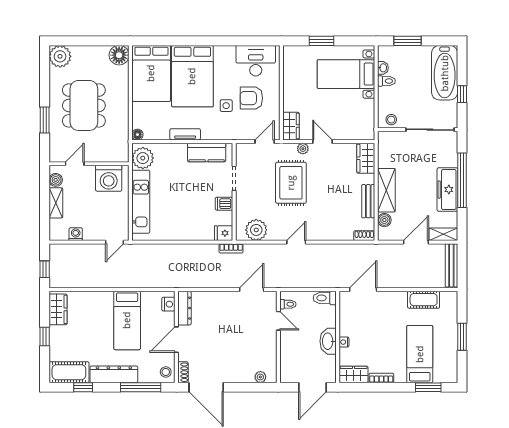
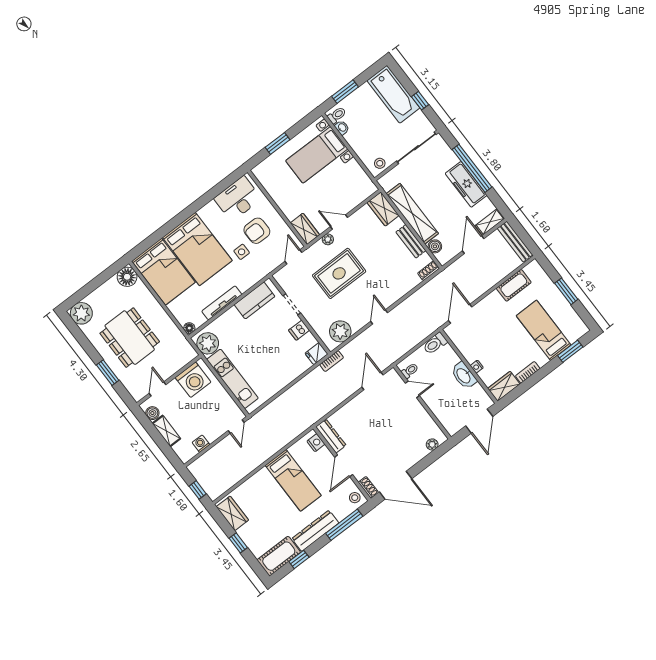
toilet: (386, 81) -> (337, 115), moved
tv unit: (185, 134) -> (222, 303), width x1.41
rug: (291, 183) -> (339, 273), turned 90
shelving: (386, 190) -> (412, 214), width x1.47

